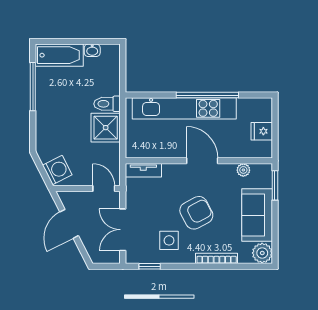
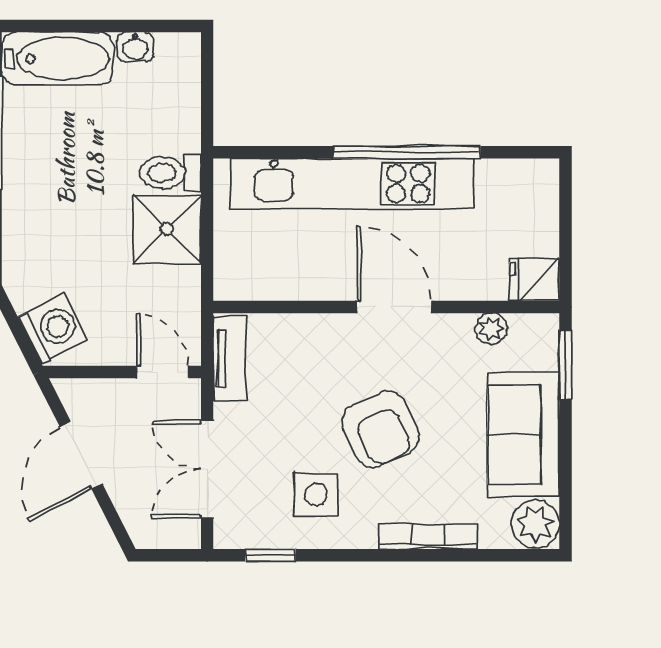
fridge: (262, 131) -> (534, 280), moved
tv unit: (143, 170) -> (229, 358), moved, turned -90
armchair: (196, 213) -> (380, 429), turned 93

